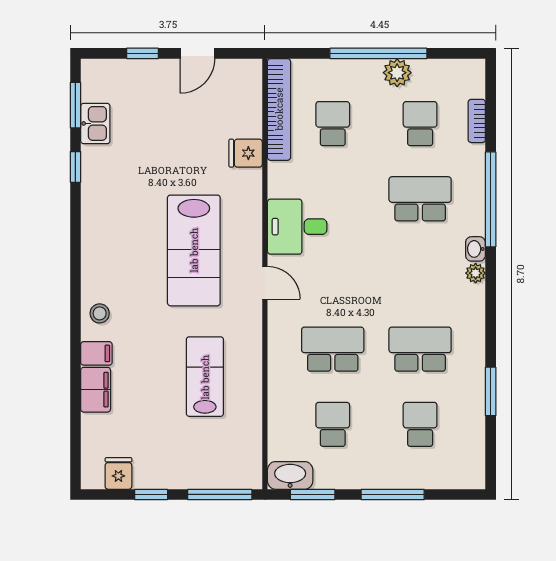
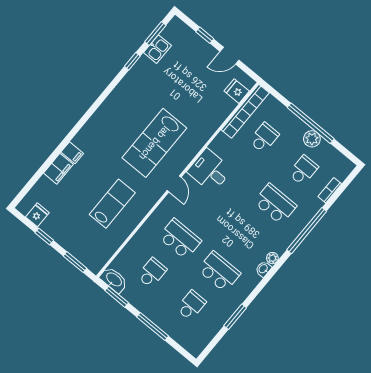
fridge: (246, 153) -> (237, 91), moved
washbasin: (475, 249) -> (263, 269), moved
stool: (100, 313) -> (89, 136), removed
window: (220, 494) -> (75, 262), width x0.69

